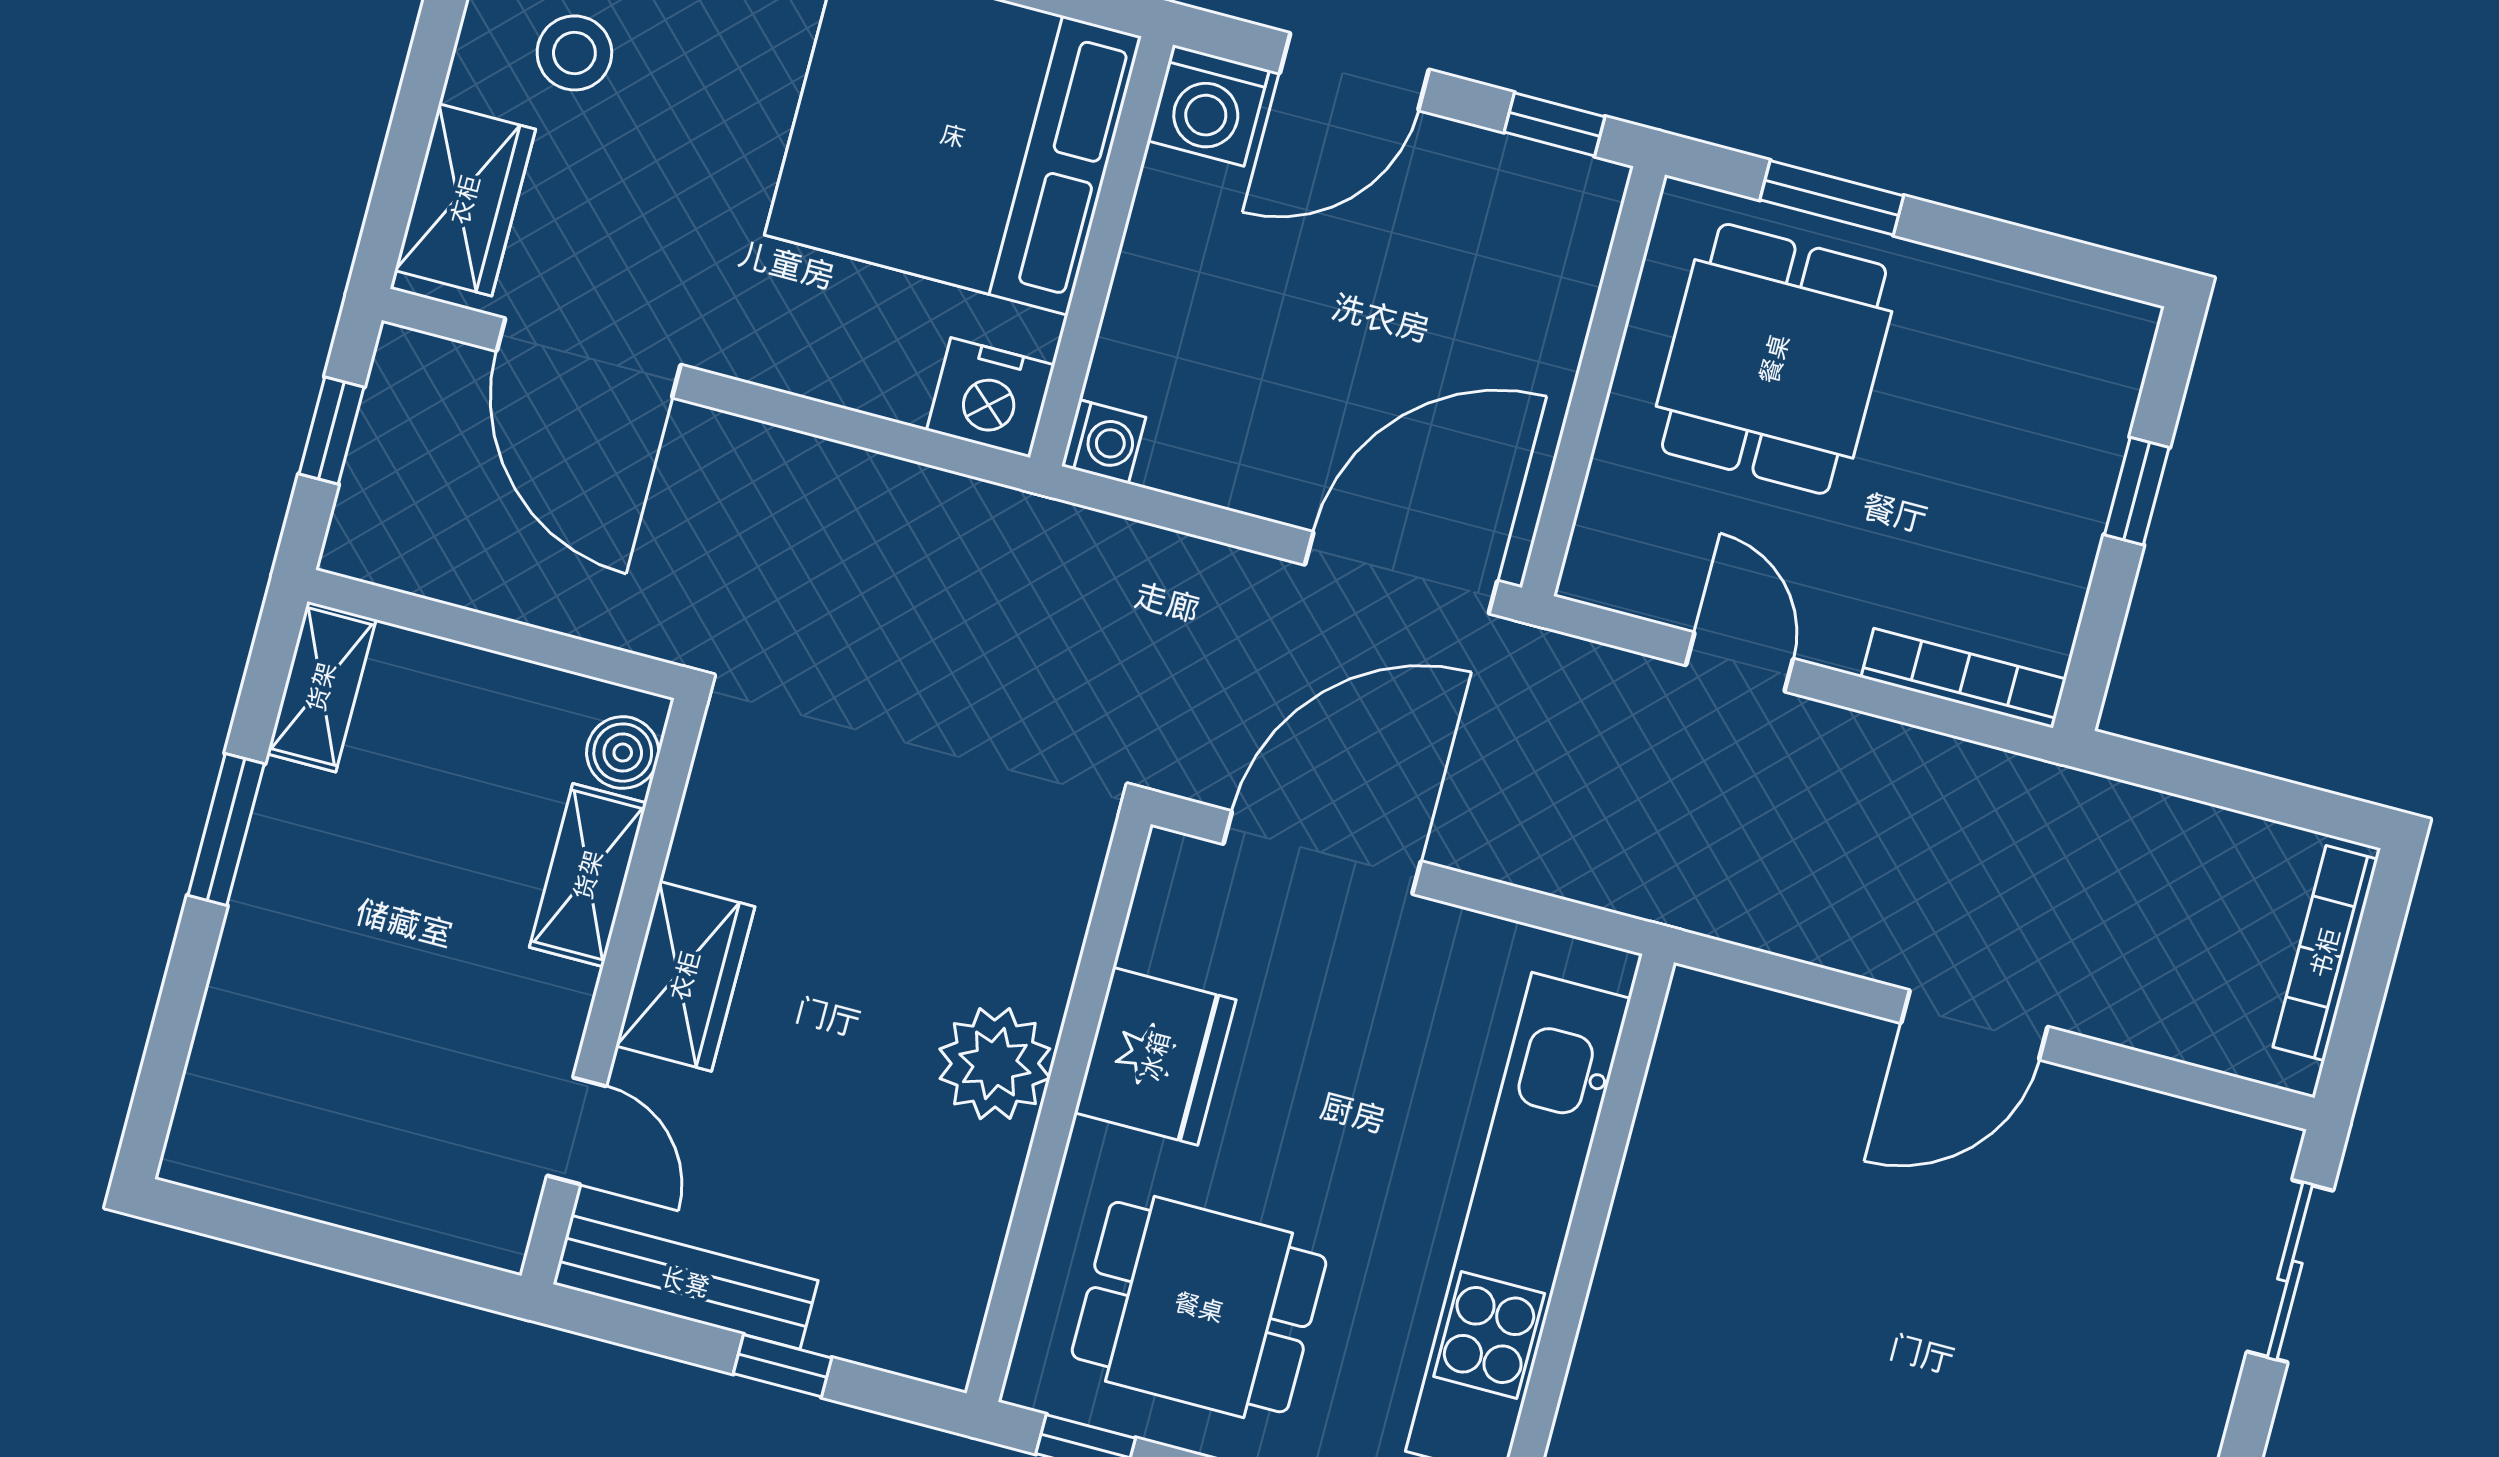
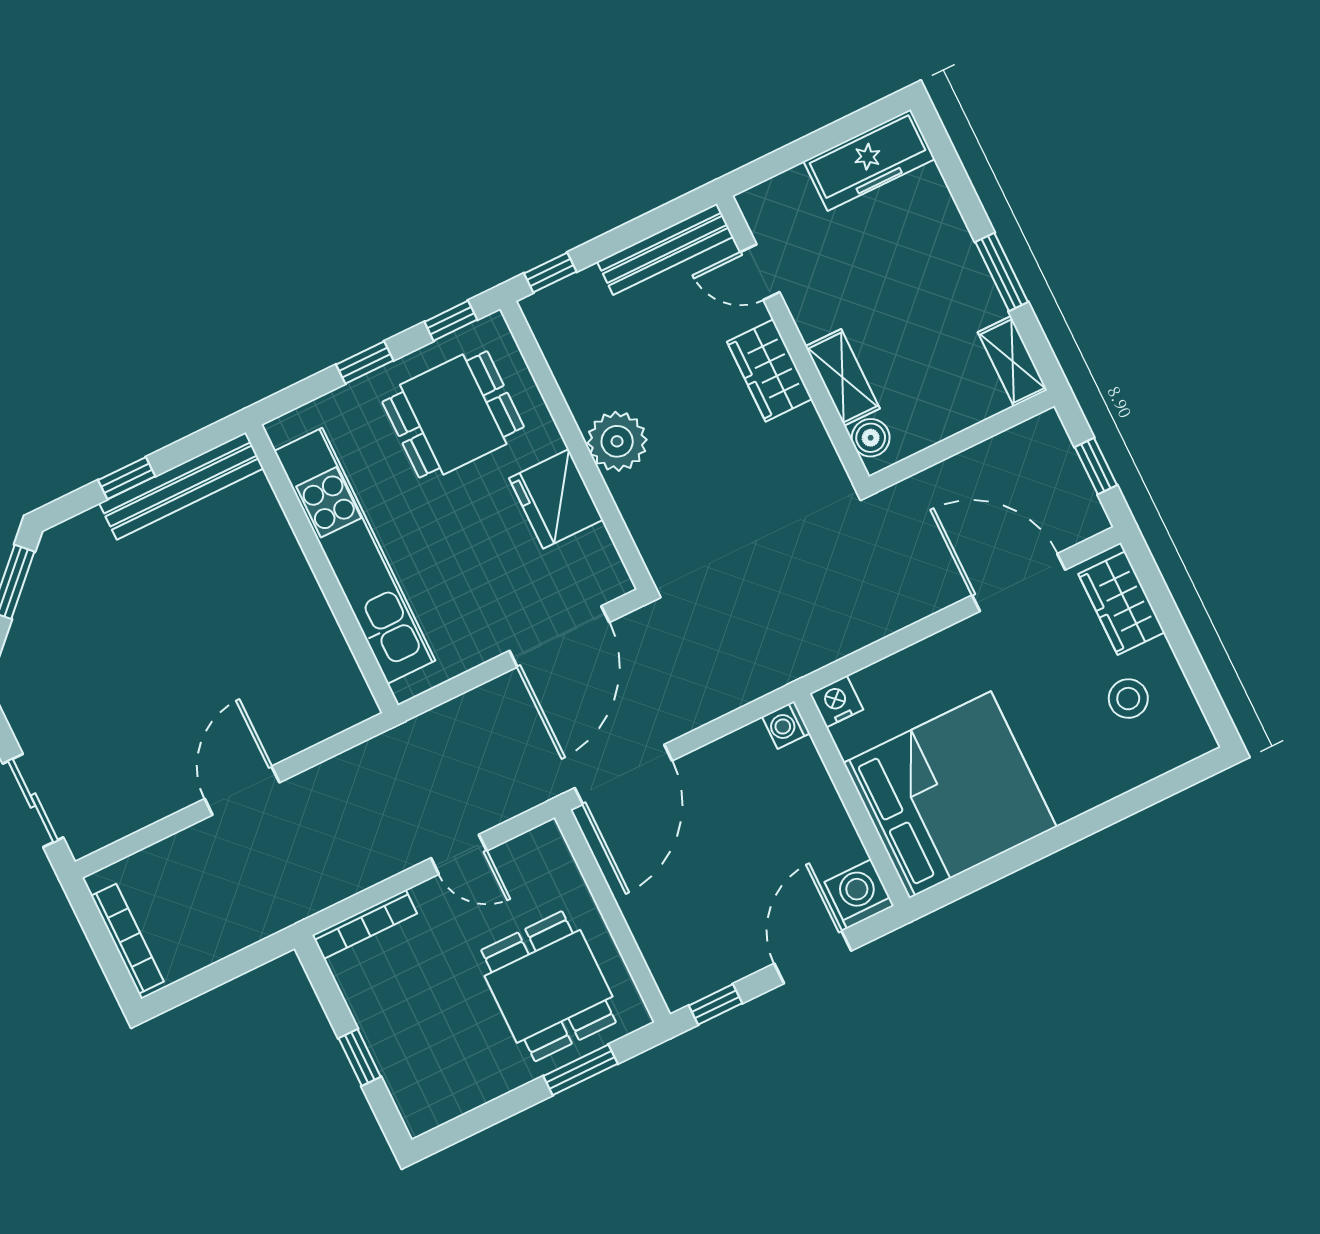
nightstand: (991, 398) -> (836, 701), width x0.74, depth x0.75
freezer: (279, 1157) -> (869, 160), added
window: (782, 1366) -> (550, 272), moved

